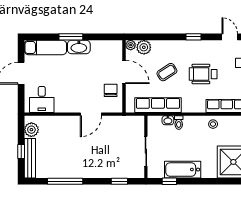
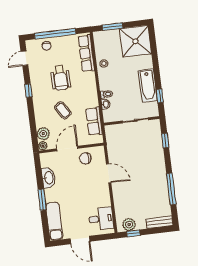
washbasin: (79, 47) -> (48, 178), moved
row of seats: (158, 105) -> (94, 121), width x0.68
window: (21, 151) -> (133, 233), moved
bench: (30, 158) -> (159, 222), width x0.73

